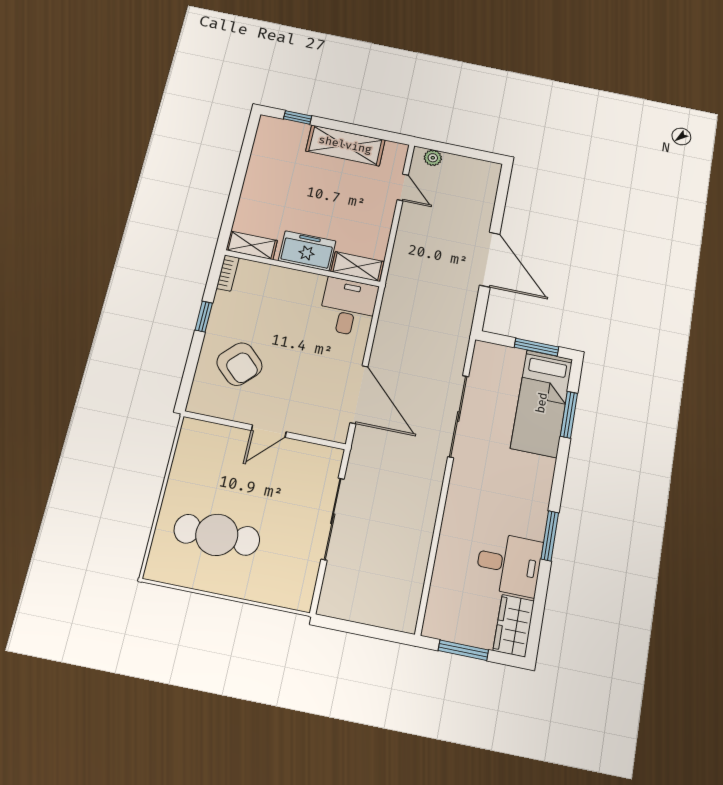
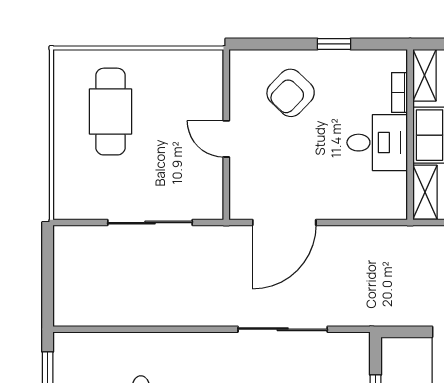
bookcase: (228, 273) -> (400, 92), moved, turned 90
desk: (348, 307) -> (377, 143), moved

